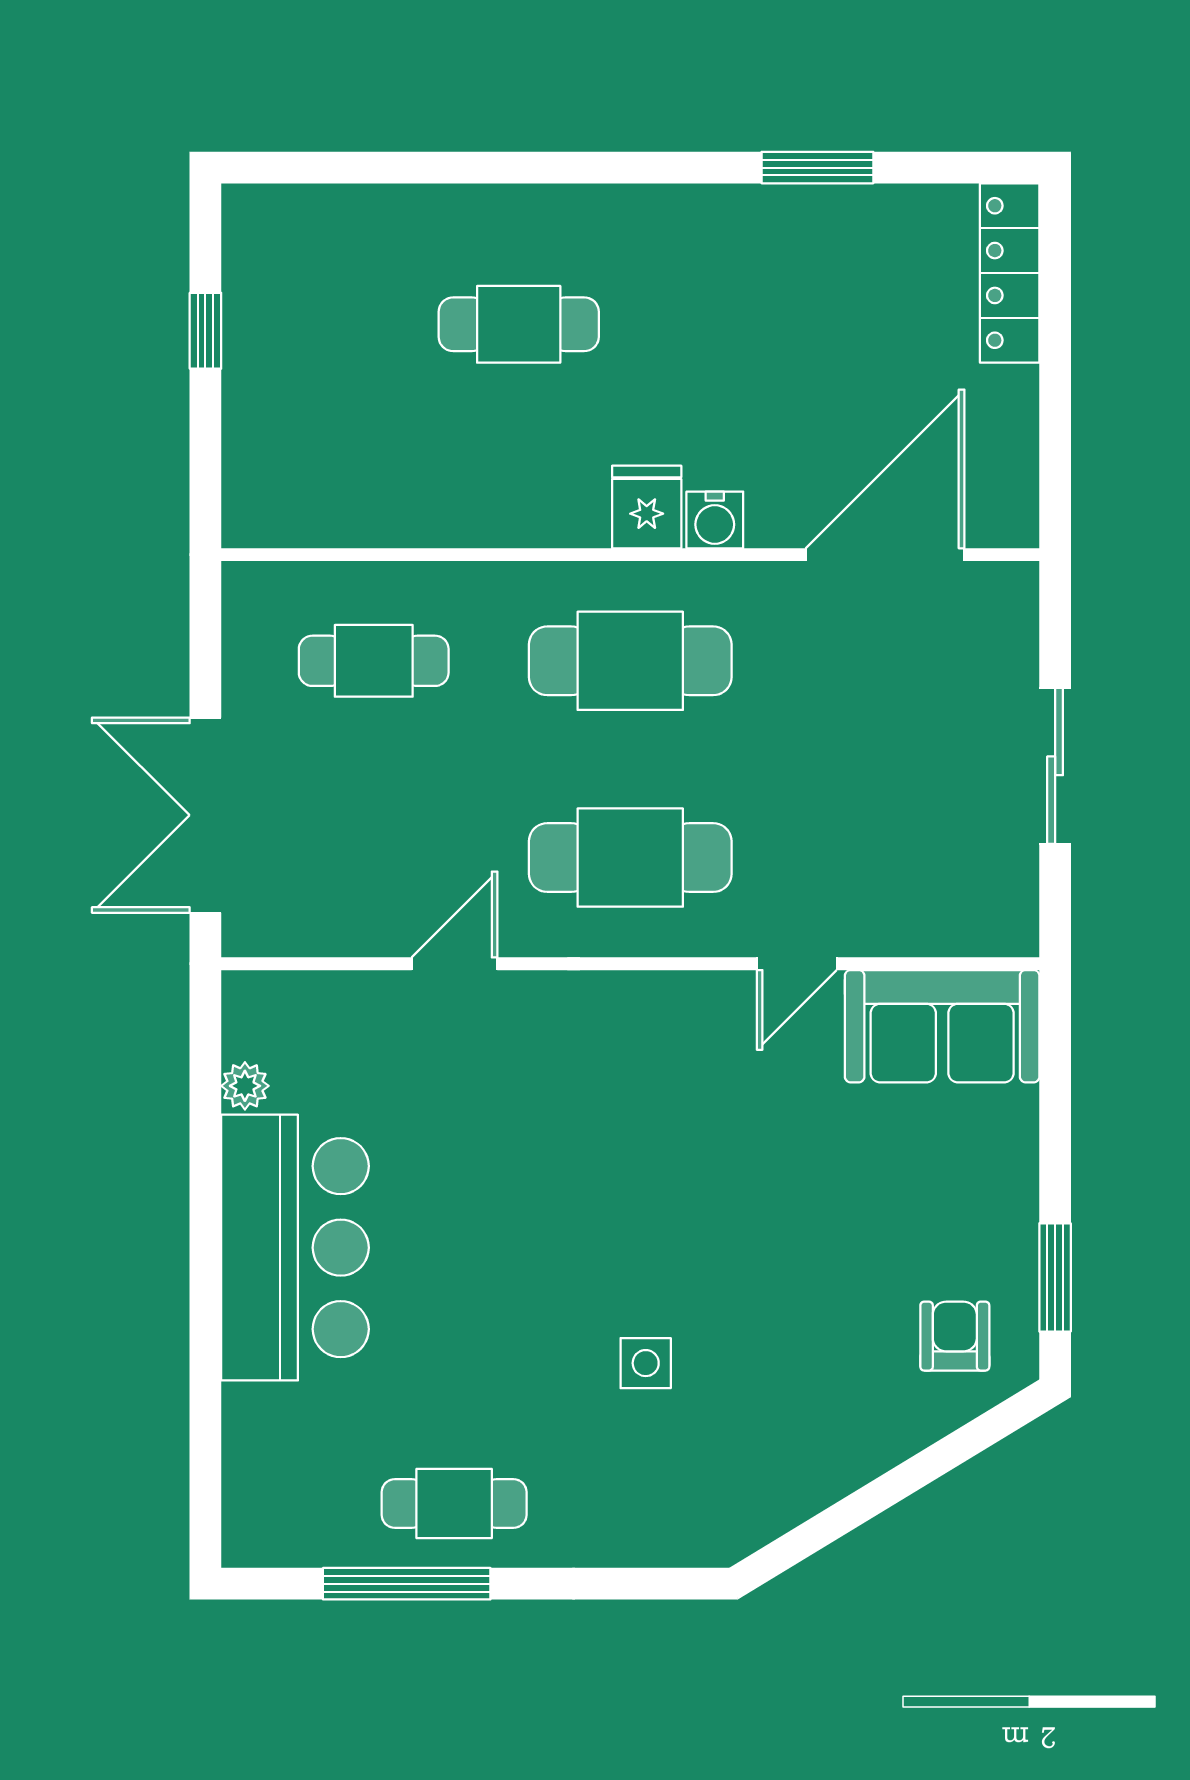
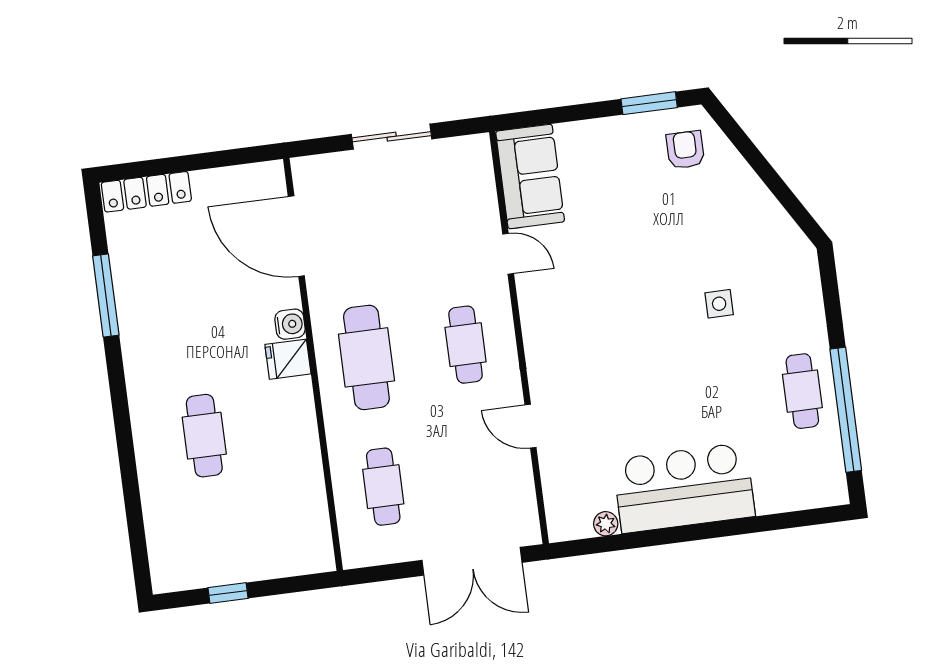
window: (817, 168) -> (106, 295), width x1.44
cafe table: (630, 858) -> (466, 345), width x0.73, depth x0.74
armchair: (955, 1336) -> (685, 150), turned 90
window: (407, 1584) -> (846, 410), width x1.46

